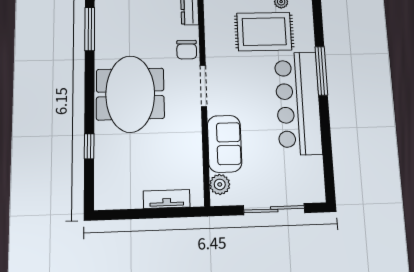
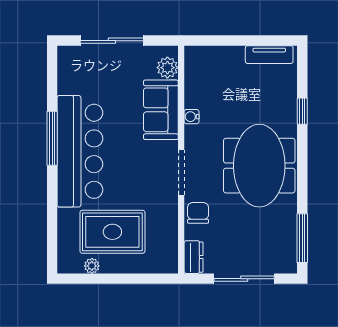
window: (321, 71) -> (52, 138), moved
water cooler: (195, 138) -> (192, 117), added
tv unit: (167, 199) -> (269, 55), moved

